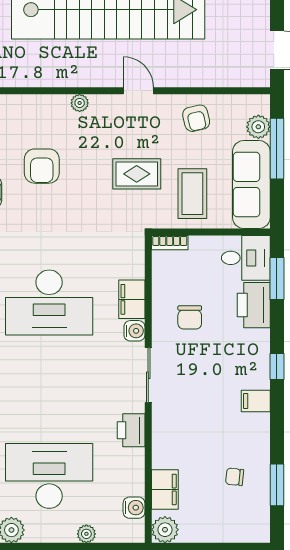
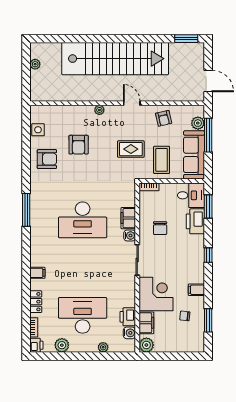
filing cabinet: (256, 401) -> (196, 290), moved
printer: (131, 430) -> (128, 317), moved
corner desk: (182, 437) -> (156, 294), added

